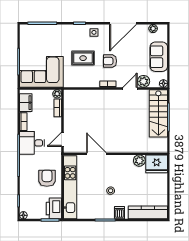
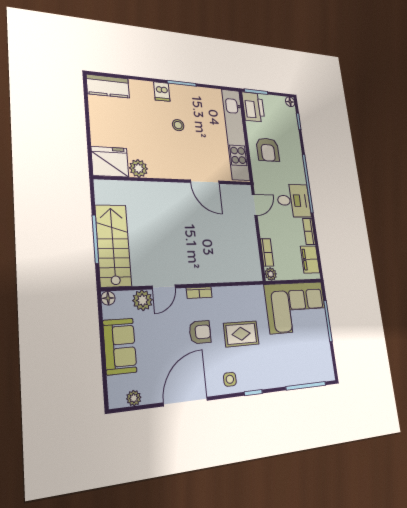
kitchen counter: (148, 212) -> (108, 86), width x0.67

